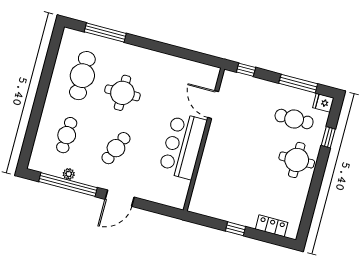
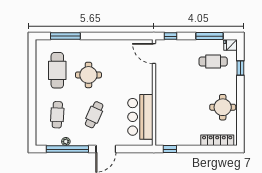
door: (213, 105) -> (154, 54), moved
bar counter: (183, 146) -> (140, 117), moved
round table: (297, 160) -> (223, 107), moved
locker: (272, 226) -> (217, 140), width x1.53
window: (236, 229) -> (170, 149), moved

